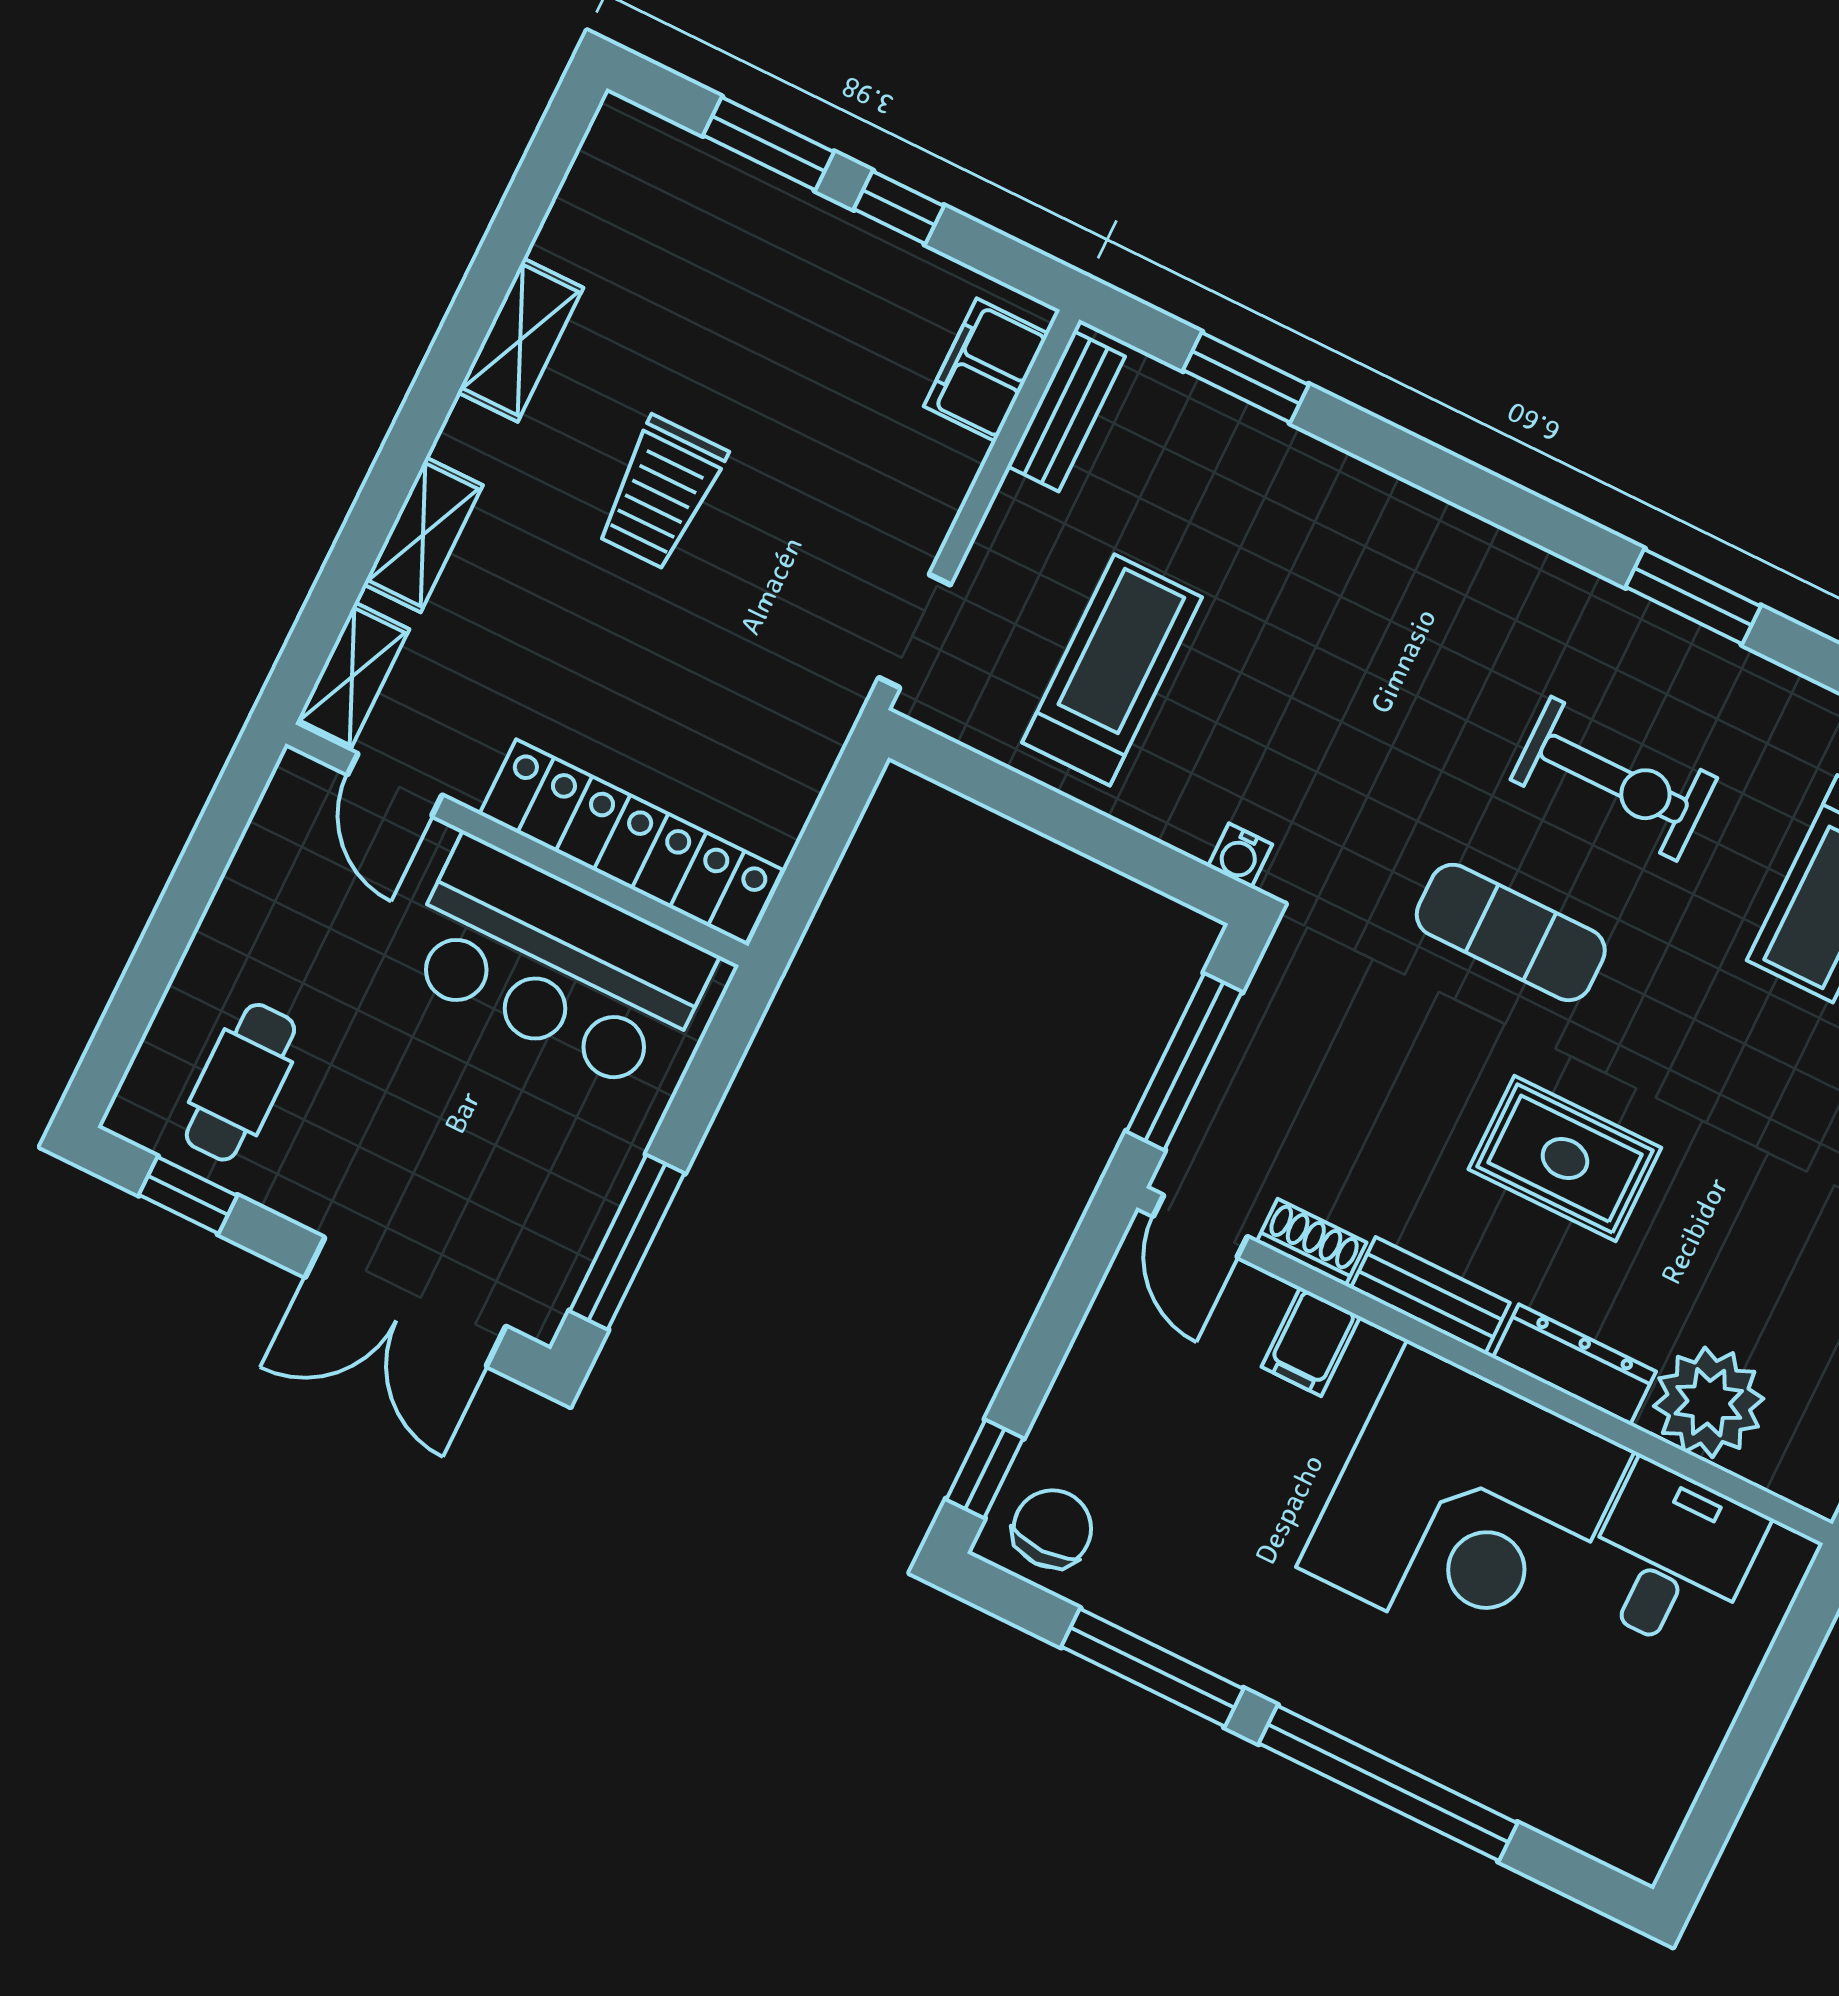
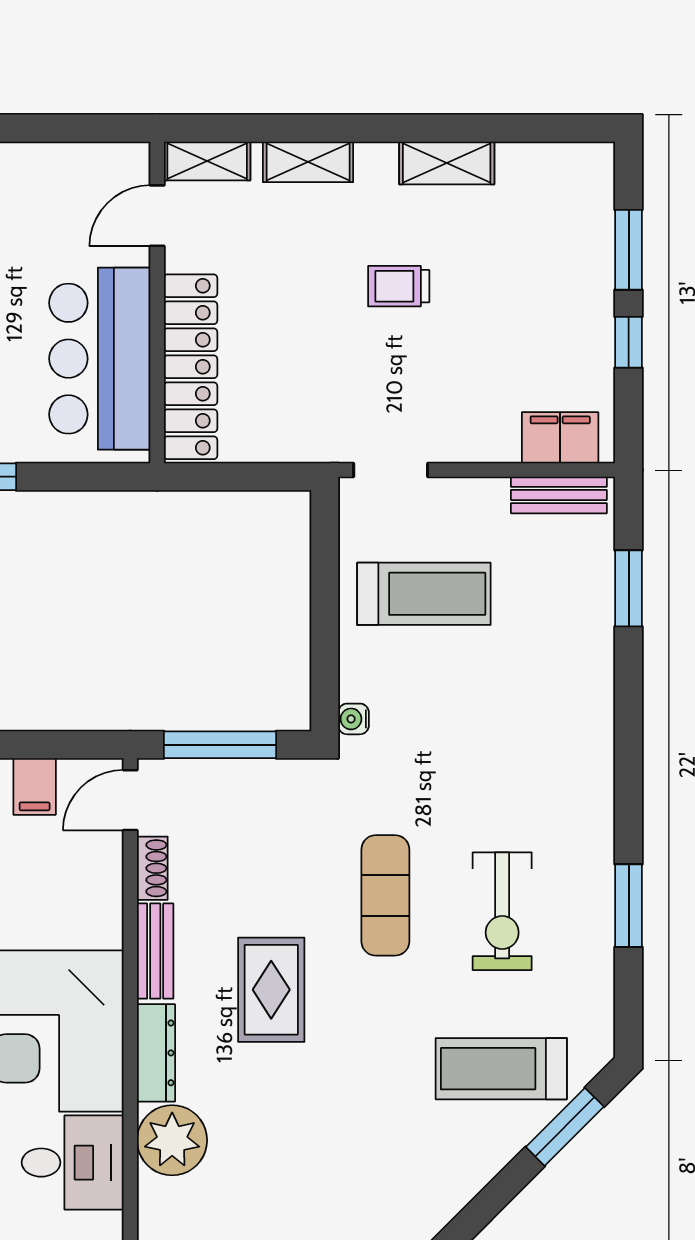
trolley: (661, 493) -> (399, 286), width x0.73, depth x0.72
filing cabinet: (1311, 1342) -> (35, 787), moved, turned -90

